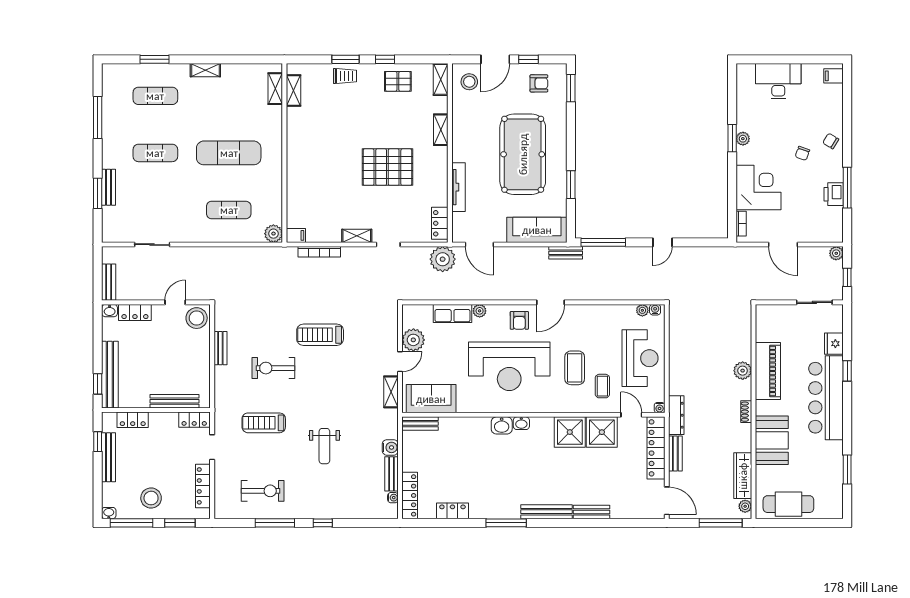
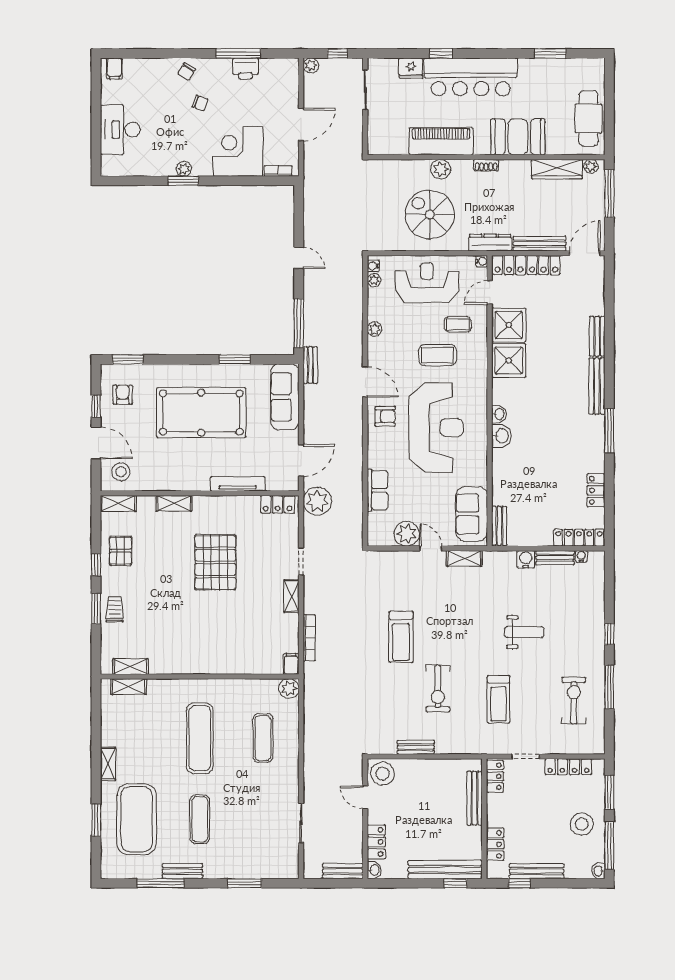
exercise mat: (155, 96) -> (137, 819), width x2.00, depth x1.45
bench: (109, 187) -> (182, 871), moved
plant: (480, 311) -> (375, 329), moved
spiral stairs: (702, 361) -> (430, 215), added
bench: (675, 453) -> (540, 244), width x1.36

